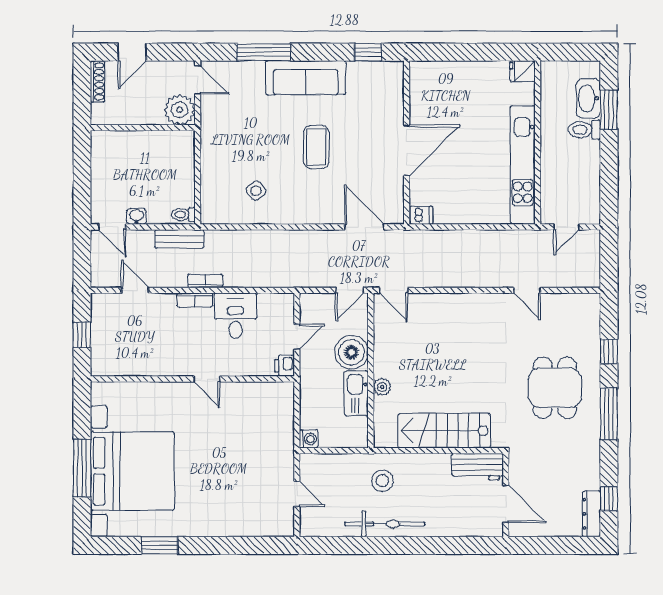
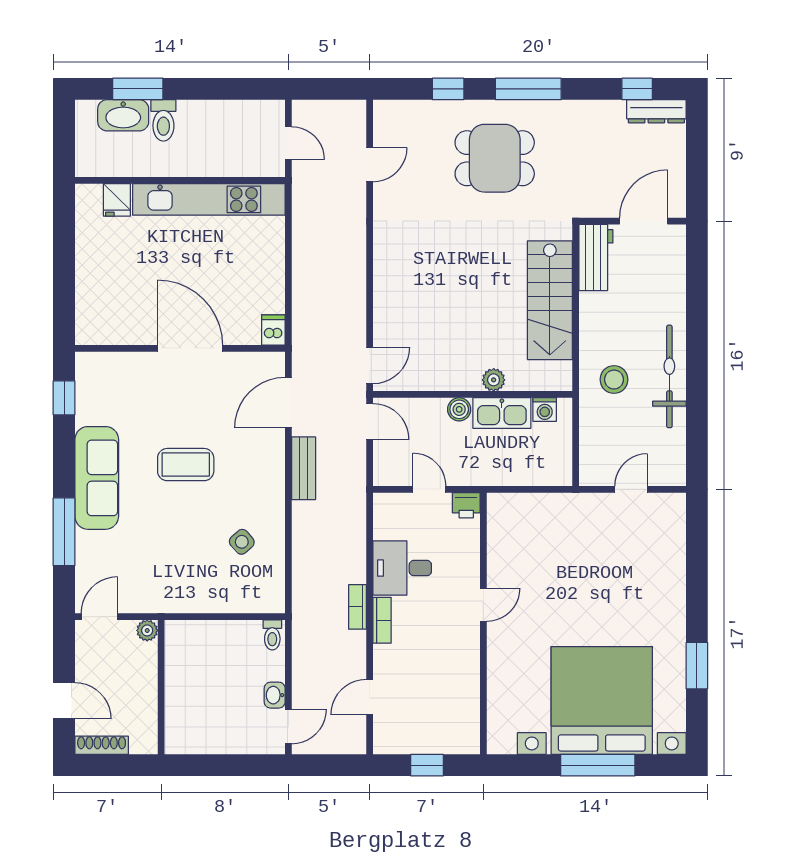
fridge: (522, 71) -> (117, 200), moved
plant: (180, 110) -> (147, 630), width x0.53, depth x0.53
bench: (179, 239) -> (304, 468), moved
door: (527, 290) -> (370, 165), moved
boiler: (351, 352) -> (459, 409), width x0.54, depth x0.54
washing machine: (309, 439) -> (545, 409), moved, turned 180

